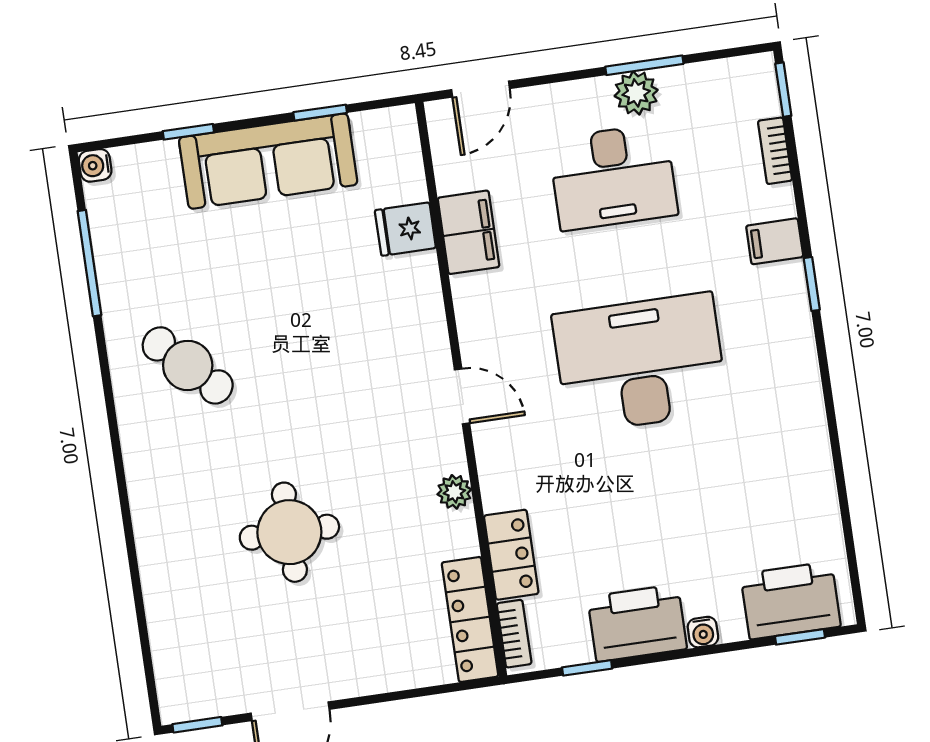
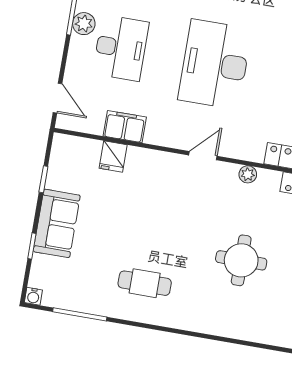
sofa: (268, 161) -> (57, 223), width x0.73
cafe table: (188, 365) -> (145, 283), turned 45

